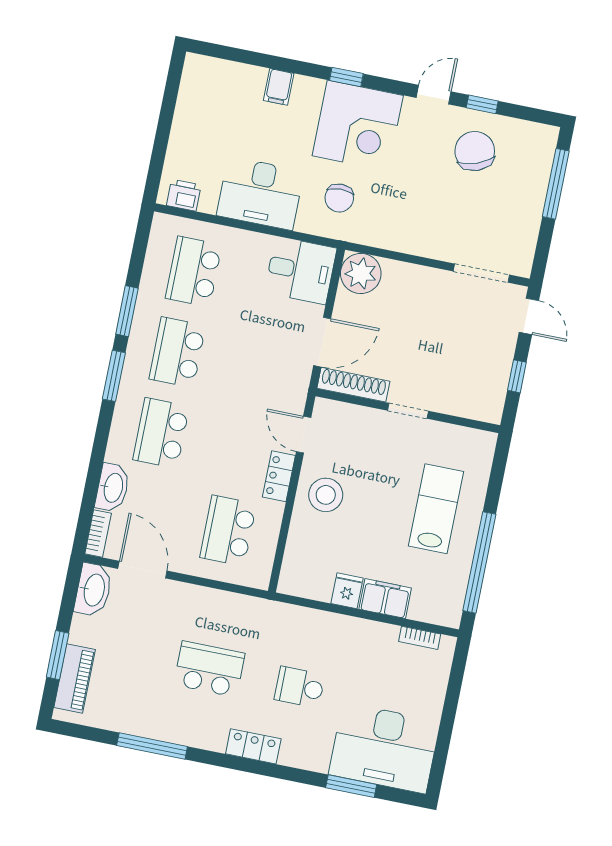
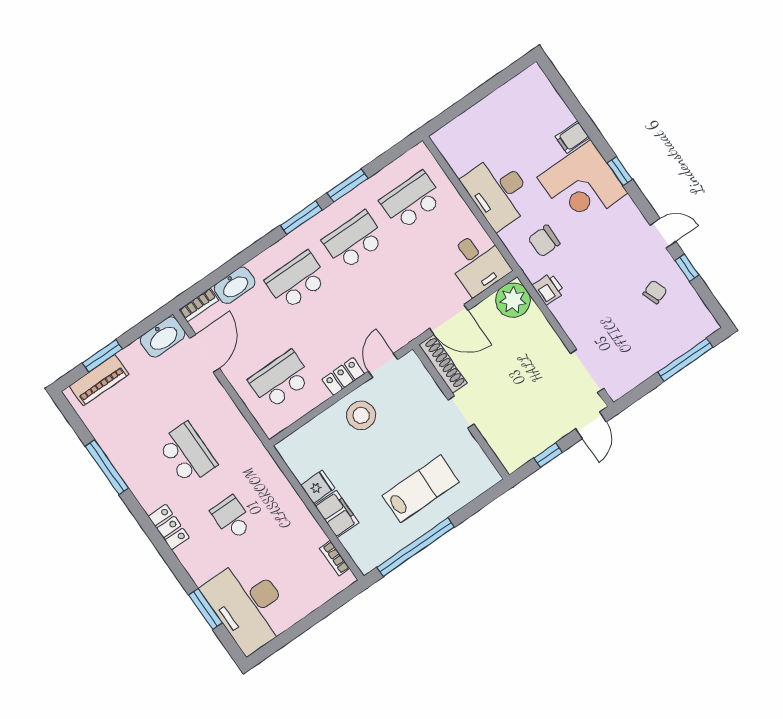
corner desk: (358, 126) -> (583, 185), moved
chair: (475, 151) -> (655, 292), width x0.54, depth x0.54
printer: (184, 195) -> (548, 289), moved

